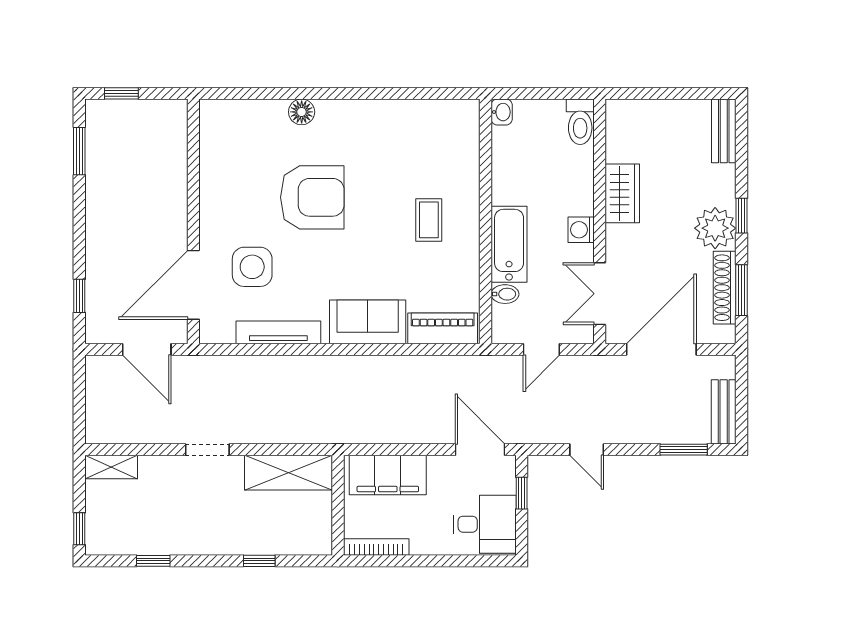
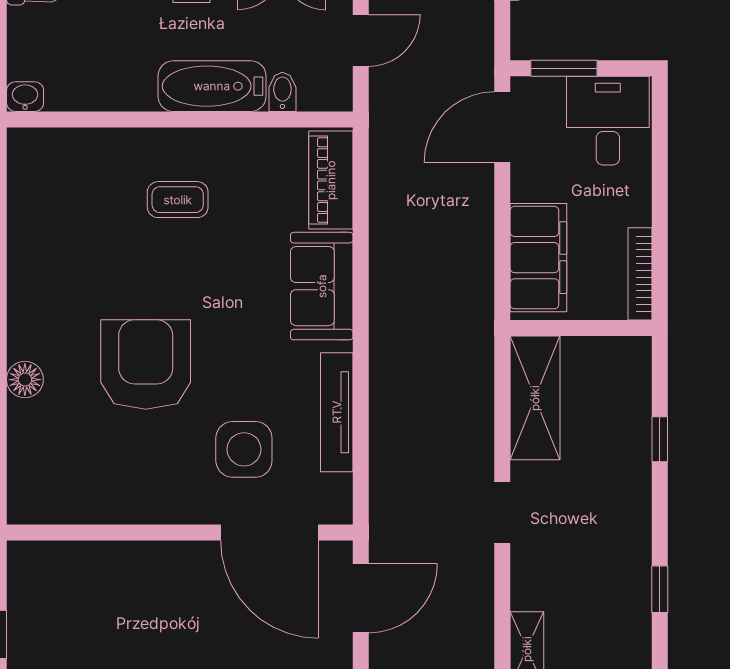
door: (541, 349) -> (361, 40), hinge flipped
window: (522, 493) -> (564, 68), width x1.50

